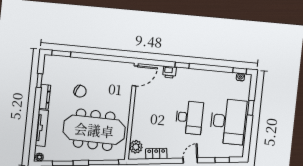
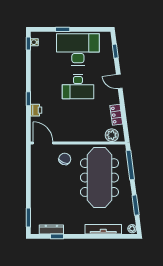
chair: (80, 91) -> (65, 159), moved
dresser: (45, 97) -> (51, 230), moved
desk: (189, 117) -> (78, 87), turned 180

